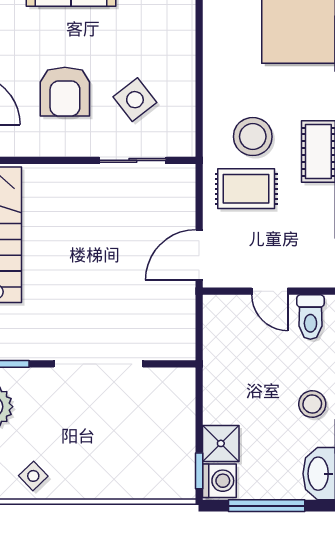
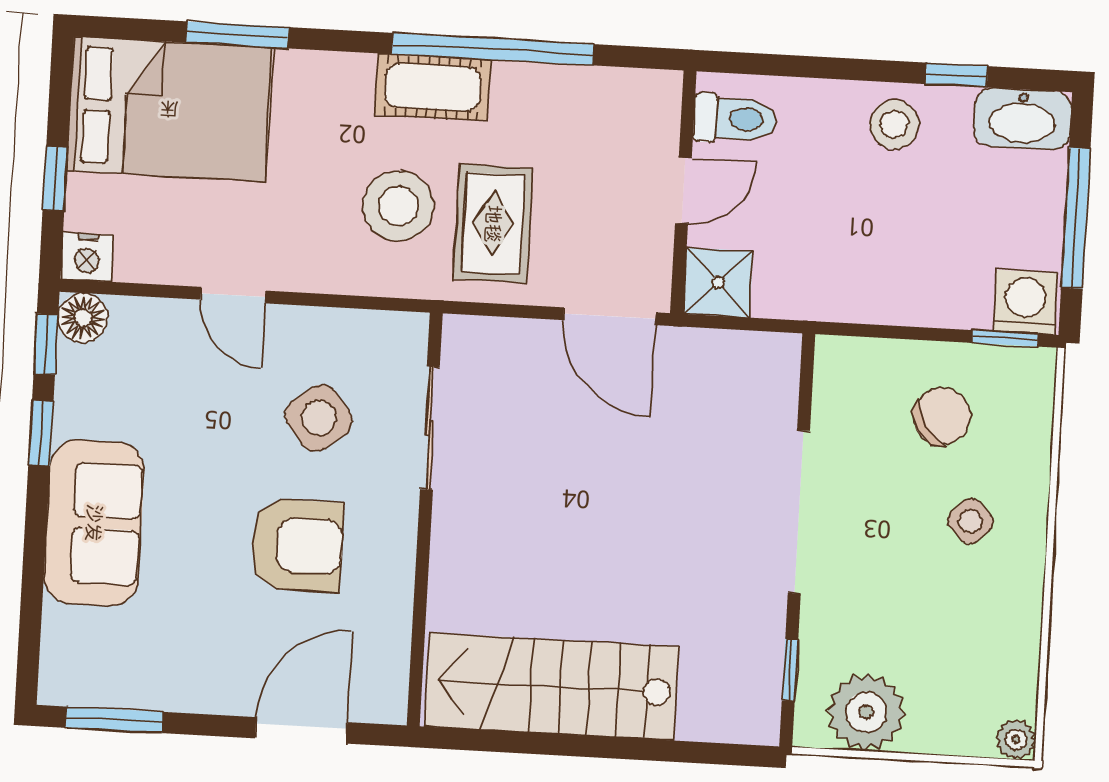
door: (199, 49) -> (233, 295), added
chair: (155, 439) -> (942, 416), added
shower: (221, 443) -> (718, 283), moved
side table: (33, 476) -> (970, 521), moved

